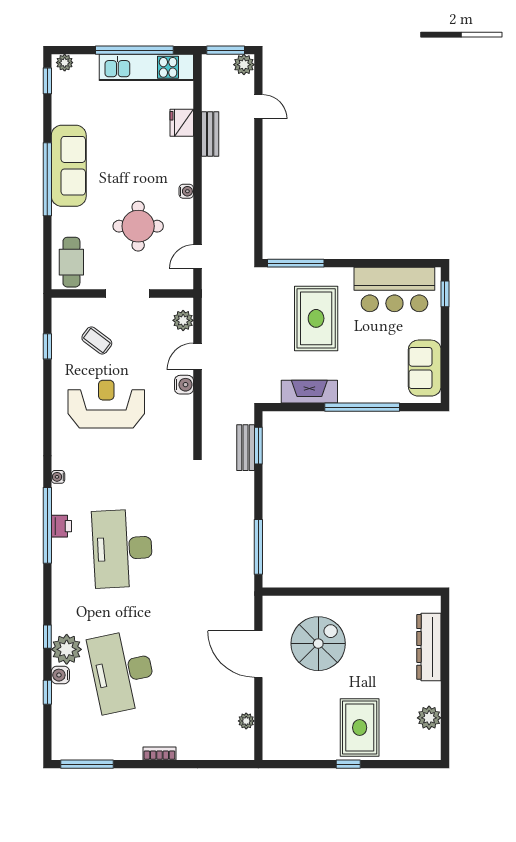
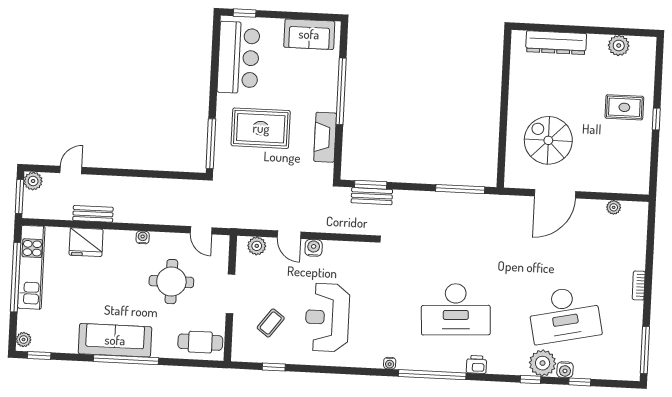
fridge: (182, 123) -> (86, 242), width x1.36, depth x1.34
printer: (61, 526) -> (476, 364), moved
rug: (360, 728) -> (624, 107), width x0.73, depth x0.70

